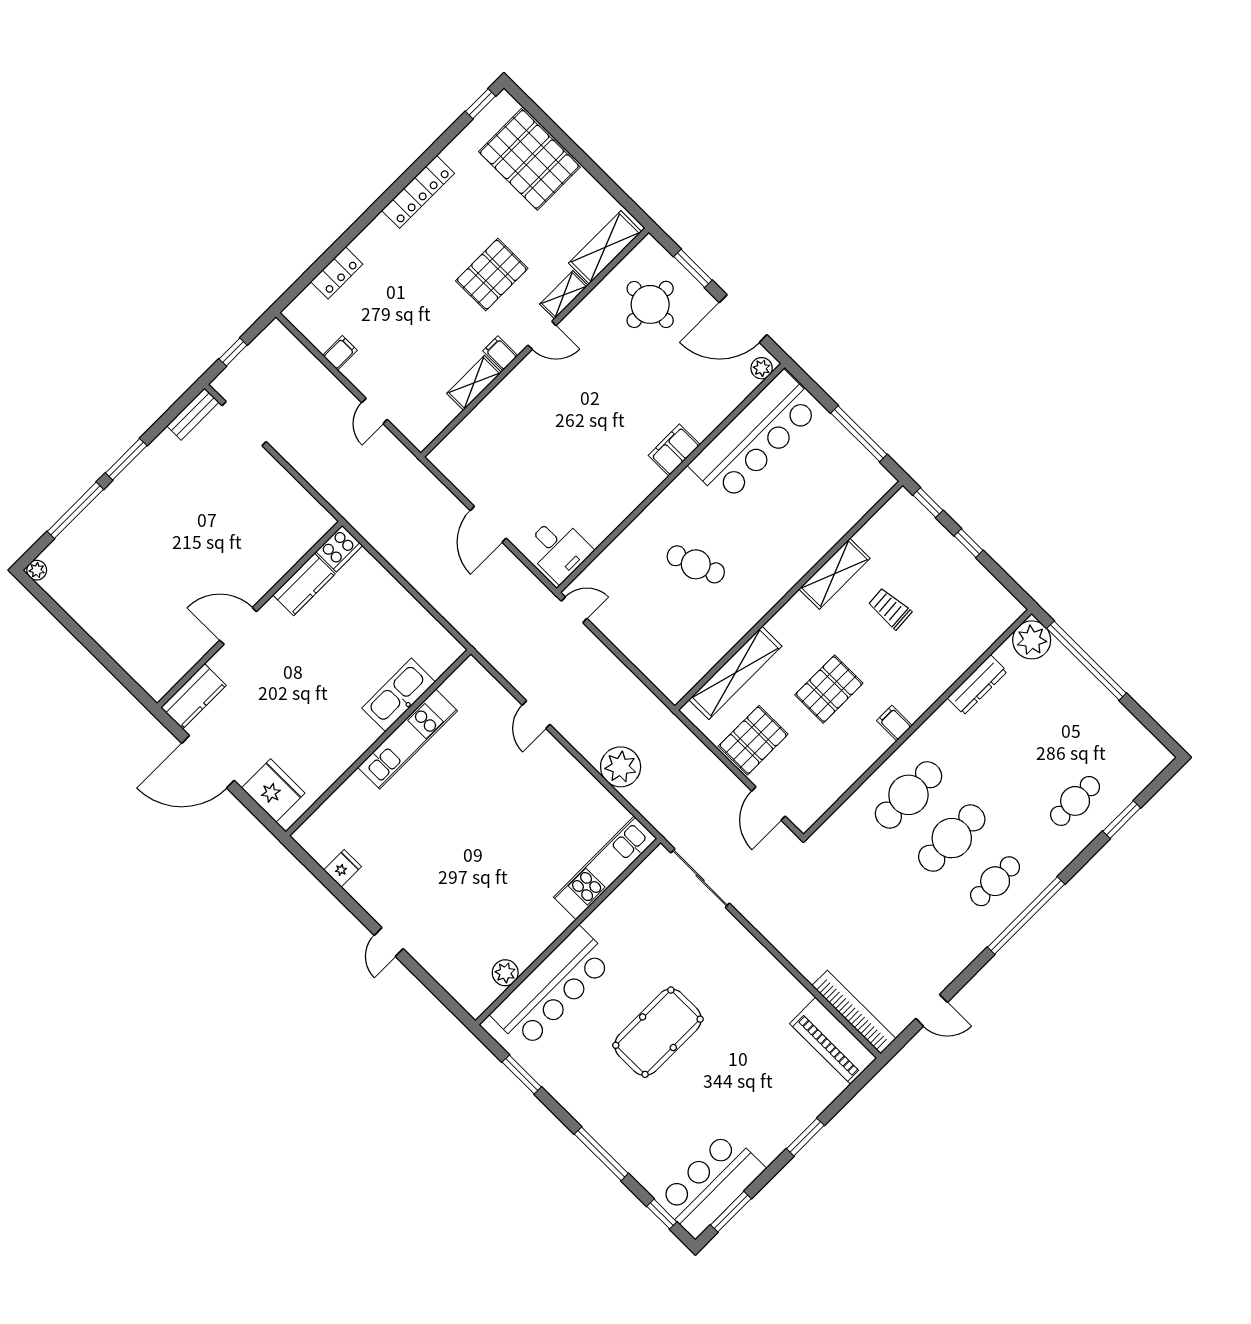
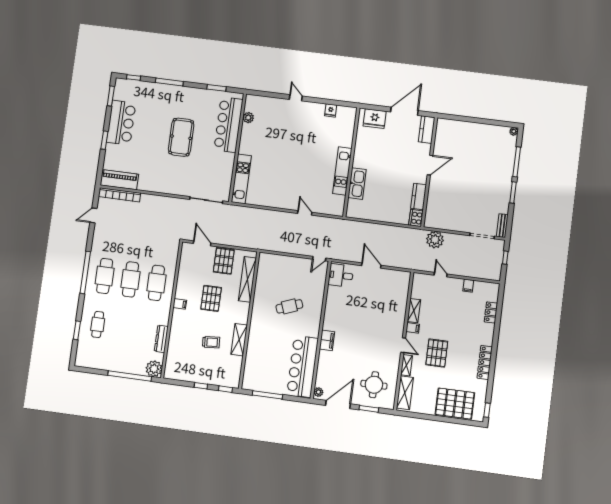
door: (542, 335) -> (403, 345), swing flipped
plant: (621, 767) -> (435, 240), moved
cafe table: (995, 881) -> (105, 276), width x1.37, depth x1.35
bar counter: (711, 1185) -> (121, 123), moved

